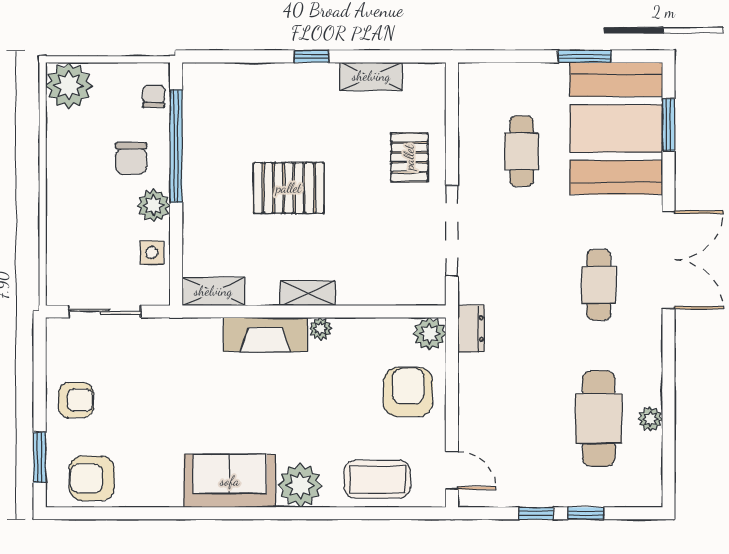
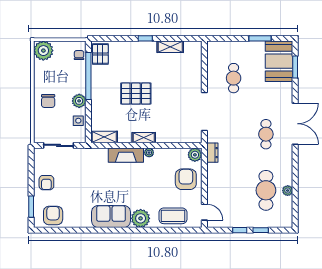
booth: (616, 128) -> (279, 61), width x0.73, depth x0.70
pallet: (409, 157) -> (100, 54), moved
chair: (131, 158) -> (48, 101), moved
armchair: (76, 400) -> (46, 183), turned 90
armchair: (92, 478) -> (53, 215), turned 90

